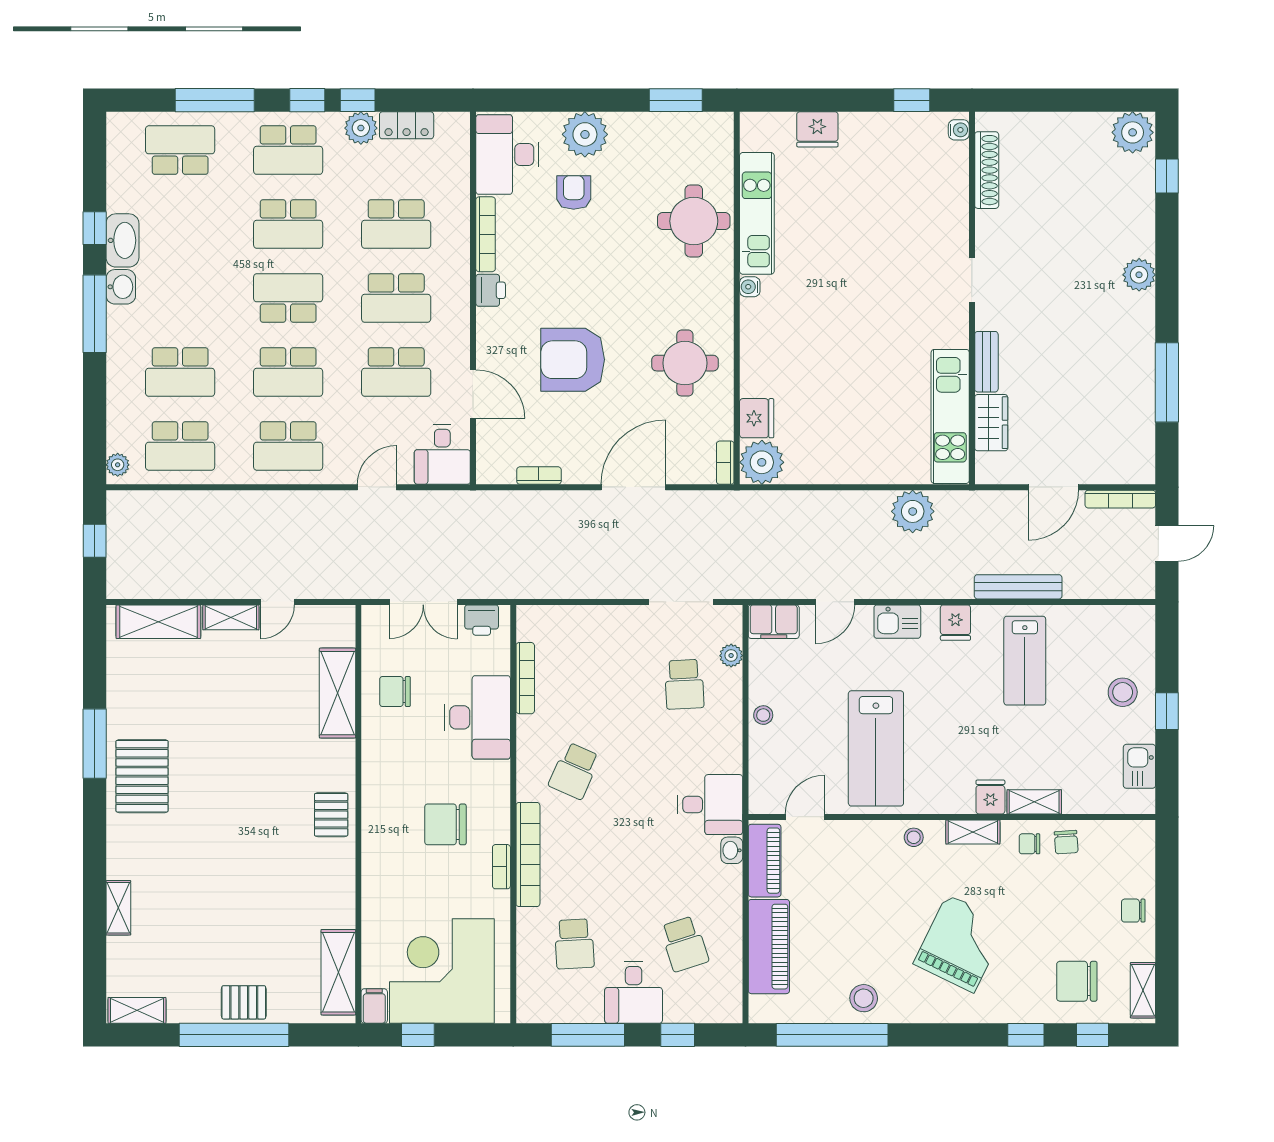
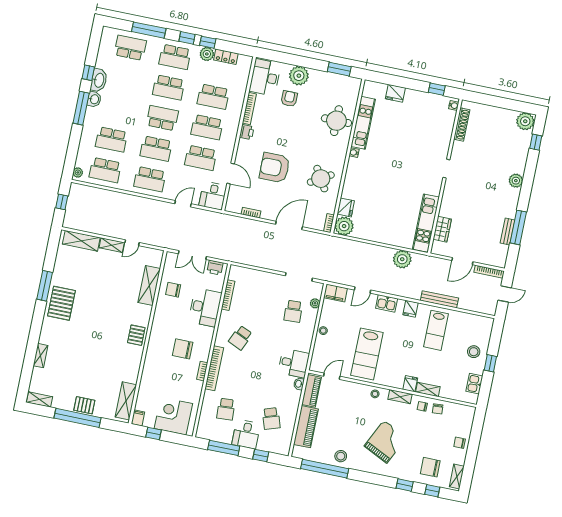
bench: (986, 362) -> (507, 231), moved
round table: (685, 363) -> (321, 179), turned -31
corner desk: (442, 971) -> (173, 416), width x0.74, depth x0.74

